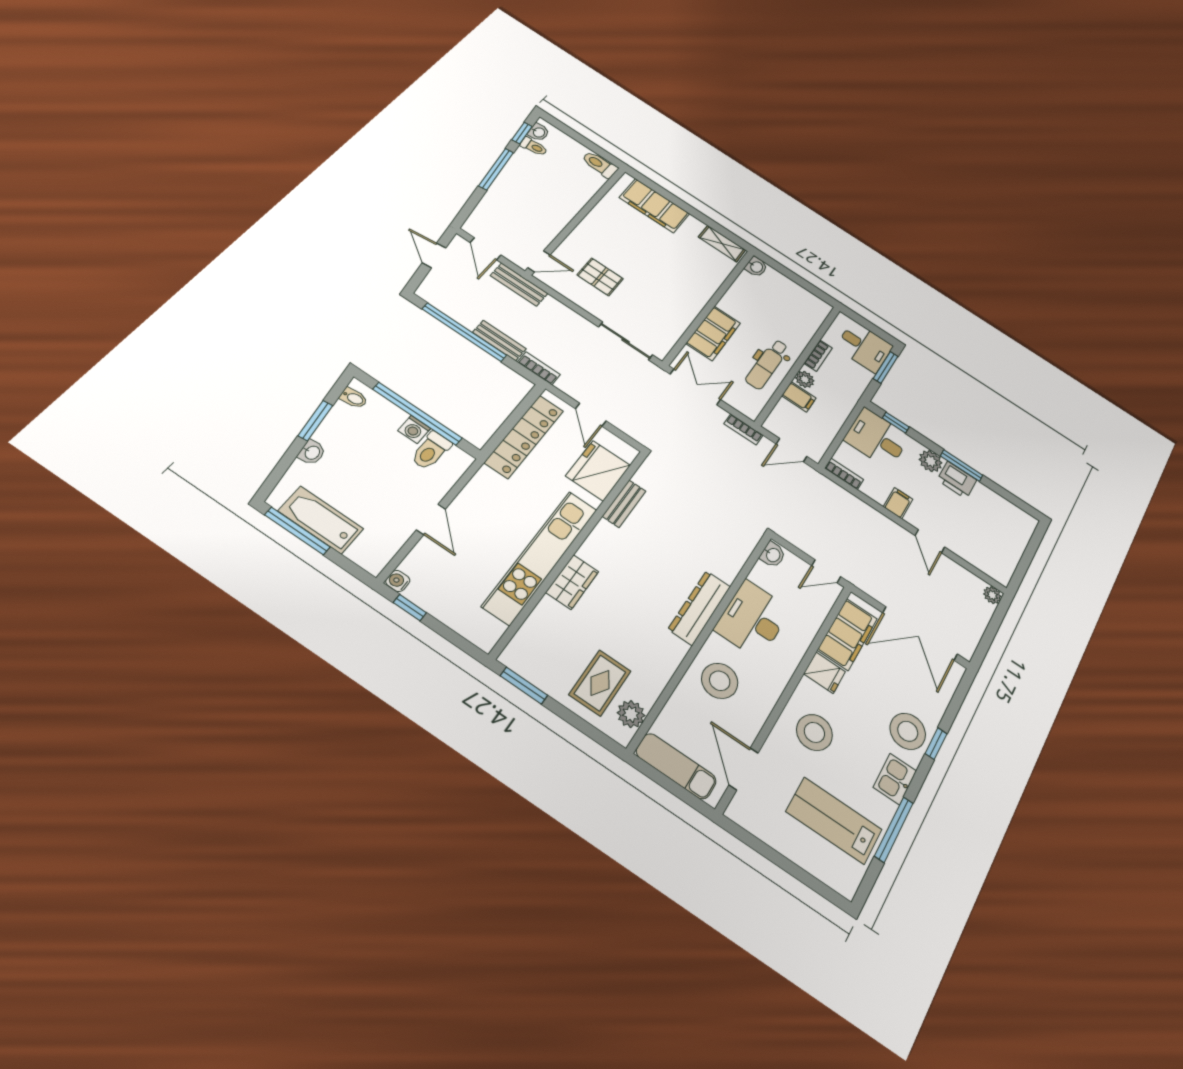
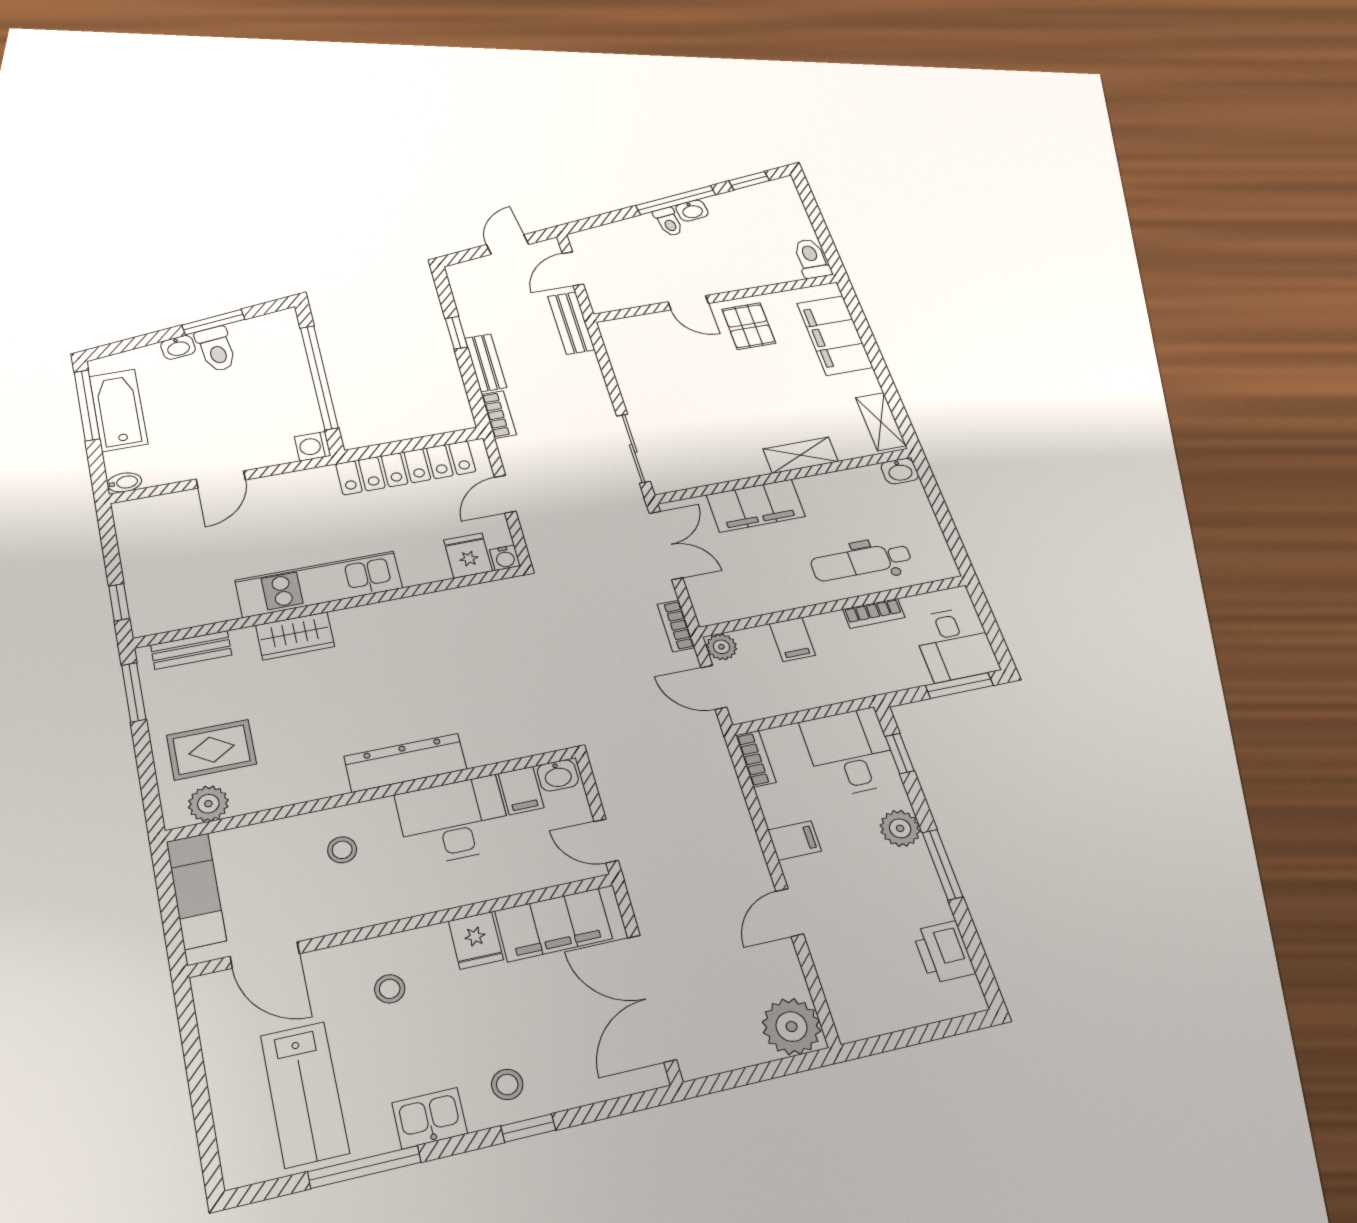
washbasin: (539, 132) -> (692, 211), moved
toilet: (534, 147) -> (668, 222), moved
door: (539, 261) -> (688, 303), moved
pallet: (600, 277) -> (749, 326), moved
shelving: (705, 289) -> (801, 455), added
window: (464, 332) -> (456, 333), width x0.32
dental chair: (767, 364) -> (861, 562), moved
plant: (805, 379) -> (721, 647), moved
bidet: (354, 398) -> (124, 482), moved, turned -83
washing machine: (414, 429) -> (313, 446), moved
toilet: (431, 451) -> (216, 349), moved, turned -97
fridge: (598, 471) -> (468, 556), width x0.53, depth x0.75
printer: (957, 480) -> (944, 952), moved
bench: (624, 504) -> (191, 650), moved
kitchen unit: (540, 557) -> (319, 584), width x0.73
filing cabinet: (765, 577) -> (521, 791), added
water cooler: (398, 581) -> (505, 558), moved, turned 180
plant: (992, 595) -> (792, 1027), width x1.87, depth x1.87
window: (410, 608) -> (119, 602), moved
stool: (720, 681) -> (342, 850), width x0.53, depth x0.53
stool: (908, 731) -> (507, 1084), width x0.53, depth x0.53
stool: (814, 732) -> (390, 989), width x0.53, depth x0.53
door: (744, 769) -> (265, 955), swing flipped
lab bench: (834, 820) -> (305, 1094), turned 180

